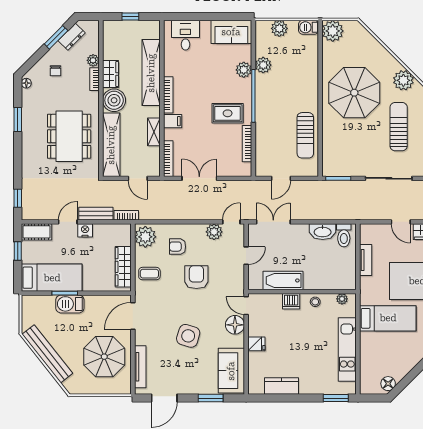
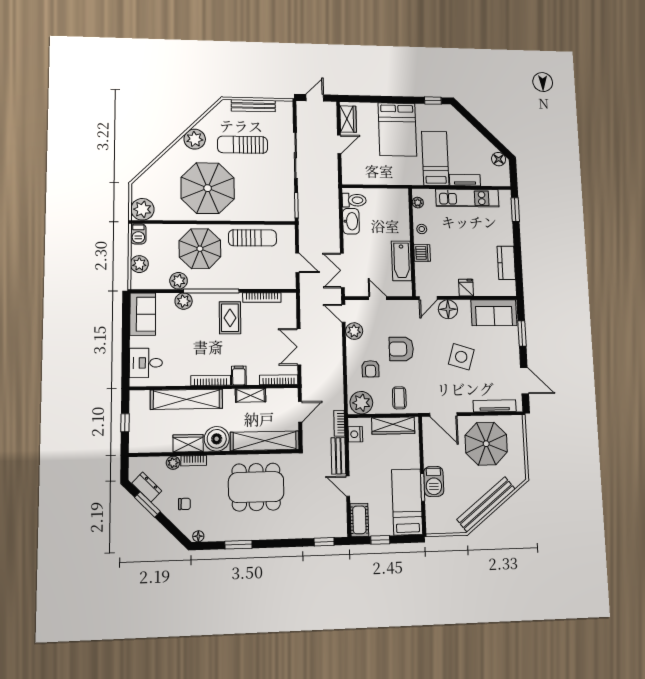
parasol: (294, 85) -> (200, 249), added
nightstand: (85, 230) -> (355, 434), moved
tv unit: (366, 260) -> (465, 180), moved

